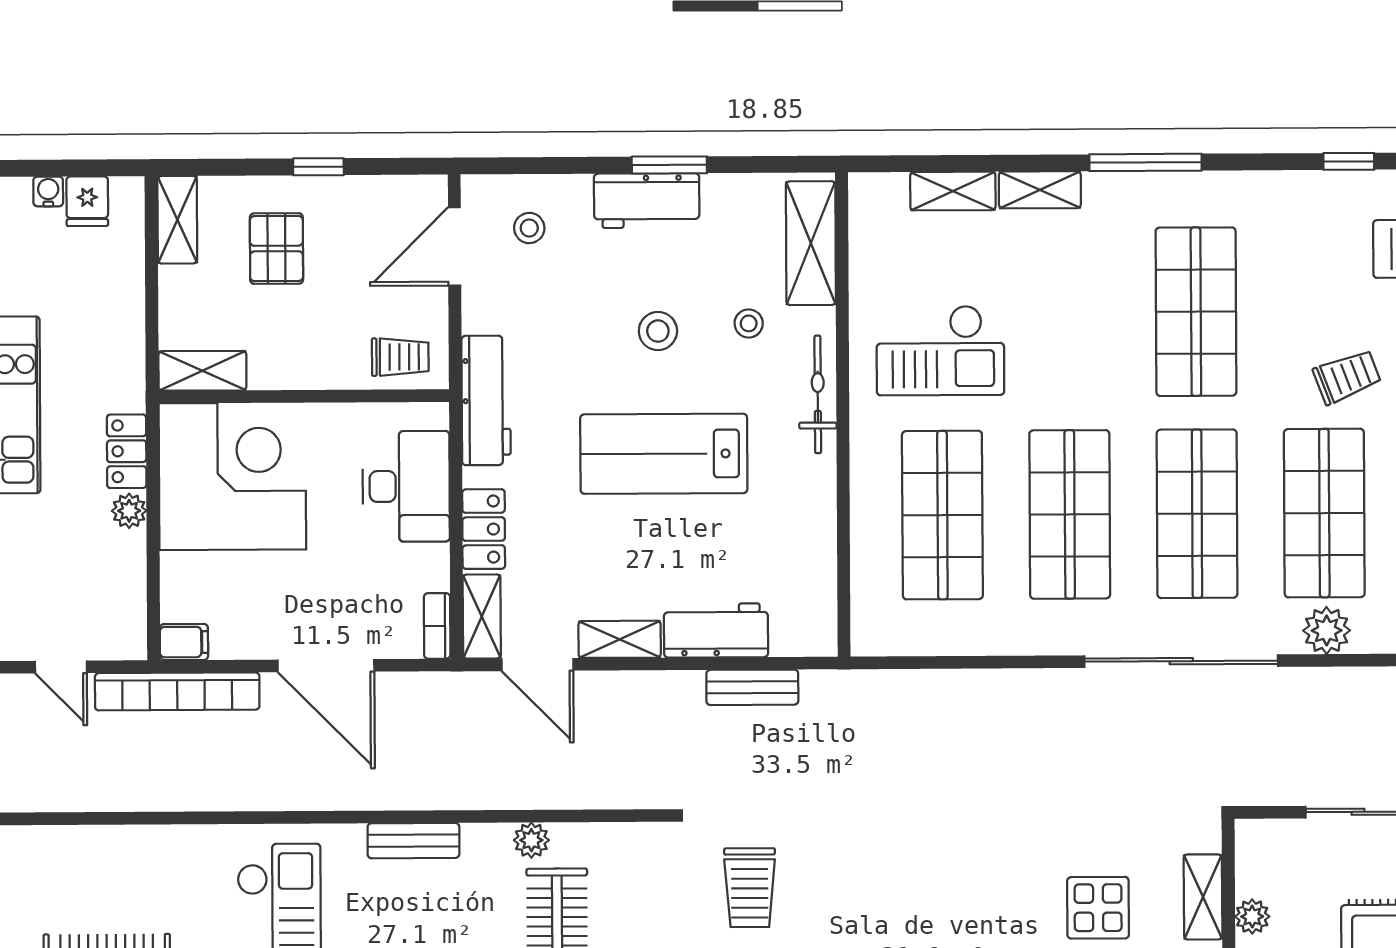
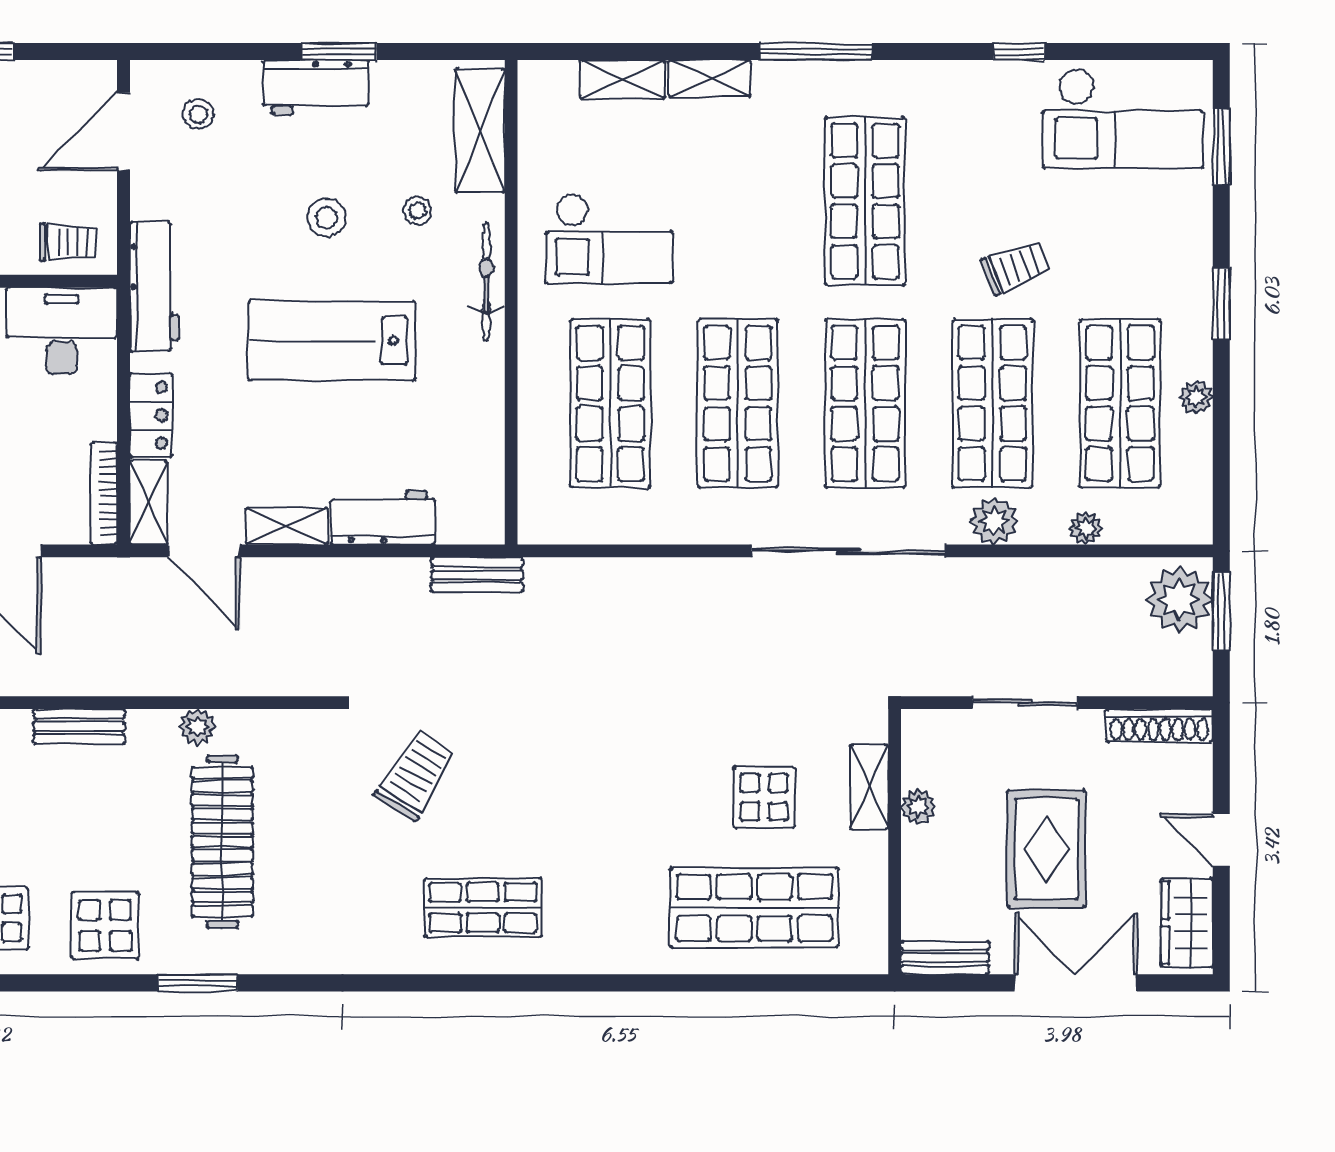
desk: (406, 486) -> (62, 331), moved, turned -90
bookcase: (437, 626) -> (104, 493), width x1.56
bench: (752, 687) -> (477, 575), moved
trolley: (750, 888) -> (415, 775), turned -148

